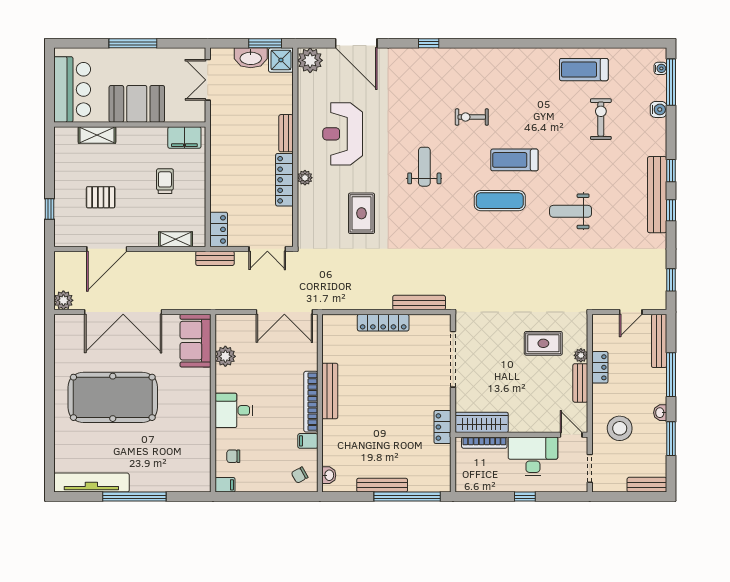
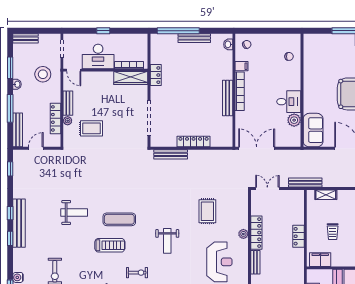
locker: (219, 229) -> (298, 236), moved
bench: (215, 258) -> (305, 183), width x1.36
locker: (600, 367) -> (55, 118), width x1.53
desk: (234, 410) -> (289, 102), moved
filing cabinet: (225, 485) -> (294, 38), removed

